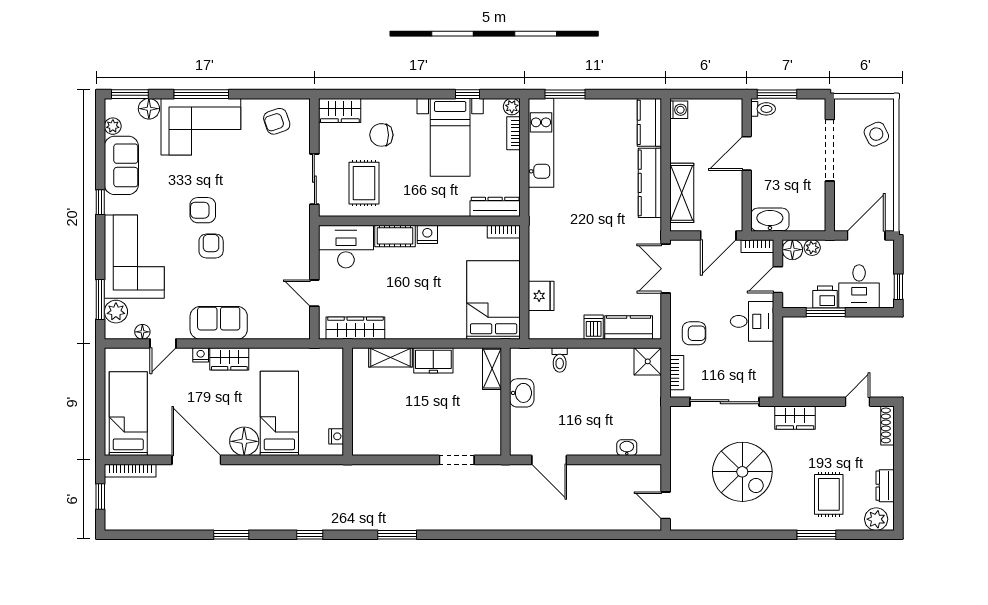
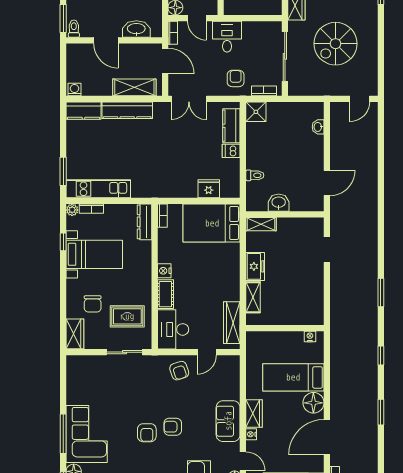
armchair: (277, 121) -> (179, 371), moved
washbasin: (770, 220) -> (136, 29), moved, turned 90
spiral stairs: (742, 472) -> (336, 44), turned 180

